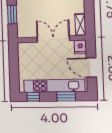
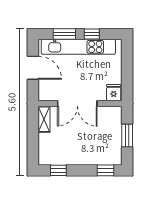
fridge: (80, 47) -> (114, 93), moved
window: (33, 97) -> (92, 34), moved

